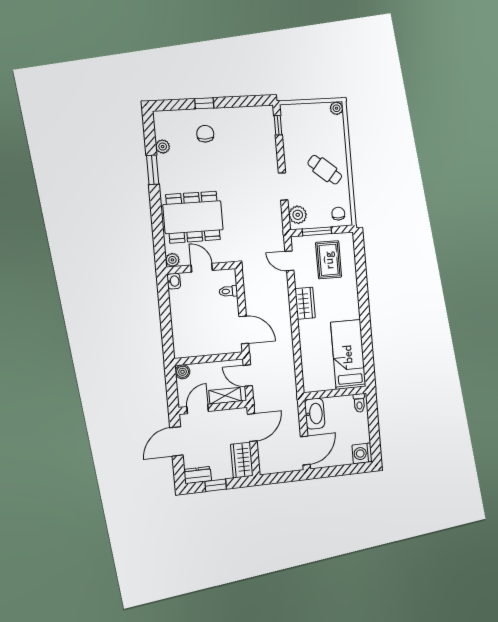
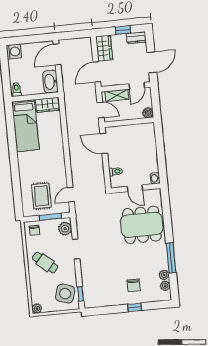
side table: (299, 127) -> (65, 294), added
window: (153, 170) -> (171, 258), width x1.44
plant: (172, 260) -> (165, 286), moved
door: (289, 261) -> (71, 195), swing flipped
wardrobe: (305, 303) -> (47, 105), moved, turned -90

